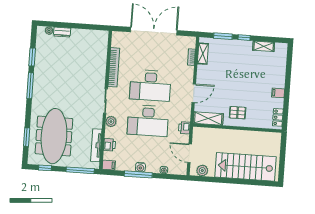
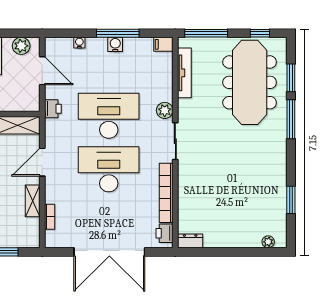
dresser: (62, 32) -> (190, 241), moved
shelving: (203, 54) -> (33, 201), moved
window: (30, 86) -> (291, 119), moved
printer: (109, 145) -> (164, 233), moved

